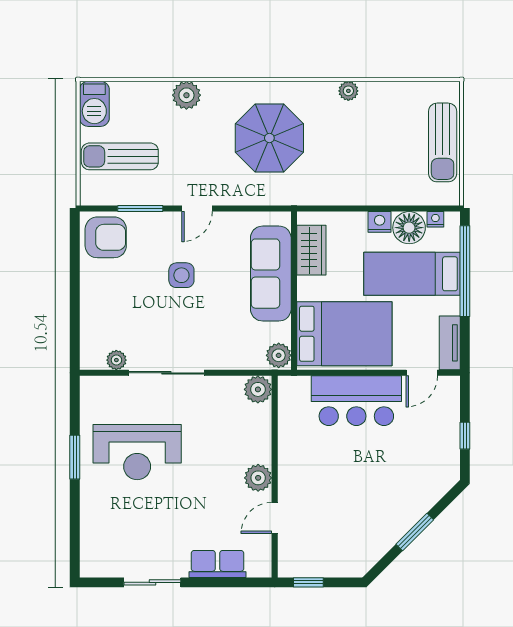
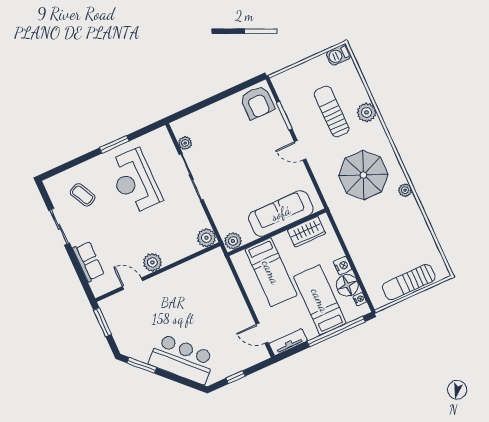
plant: (348, 91) -> (405, 190), moved
barbecue: (94, 104) -> (339, 55), width x0.73, depth x0.79
sun lounger: (120, 156) -> (332, 112), moved
side table: (181, 275) -> (255, 159), removed
bed: (344, 334) -> (271, 272), width x0.67
bar counter: (356, 401) -> (182, 359), moved, turned 135
coffee table: (124, 531) -> (83, 195), added
window: (415, 532) -> (142, 365), moved
window: (308, 582) -> (102, 322), width x1.50

